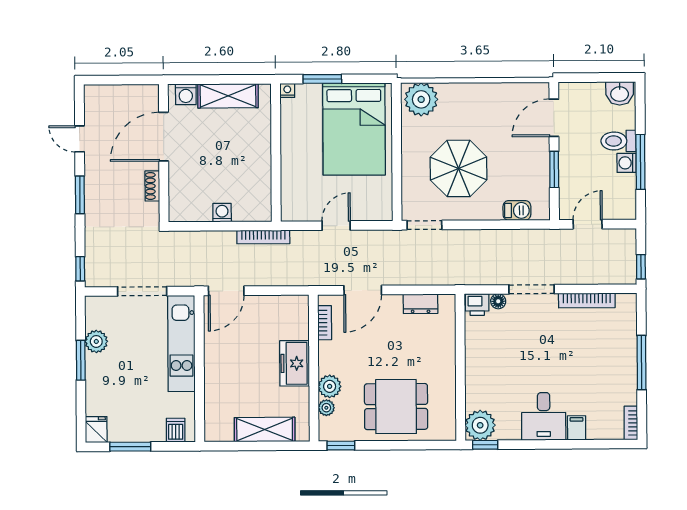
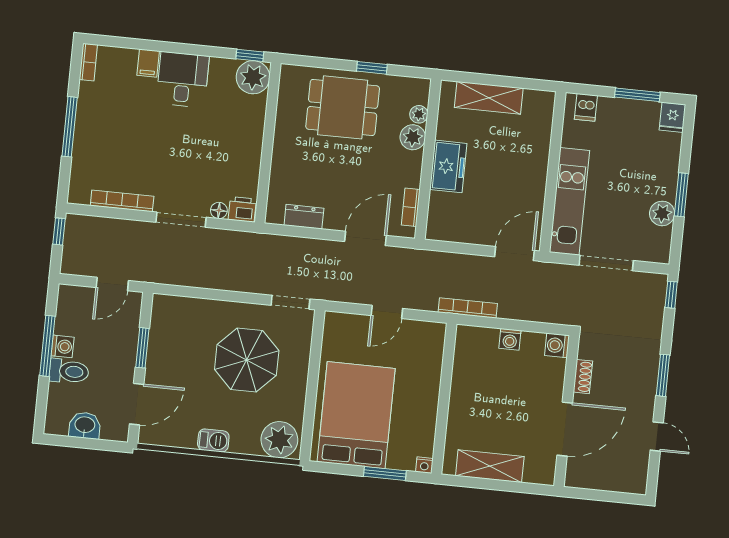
washbasin: (620, 93) -> (85, 425), moved
washing machine: (186, 94) -> (557, 345), moved, turned -90
barbecue: (517, 210) -> (213, 440), moved, turned 180
window: (341, 446) -> (372, 68), moved

